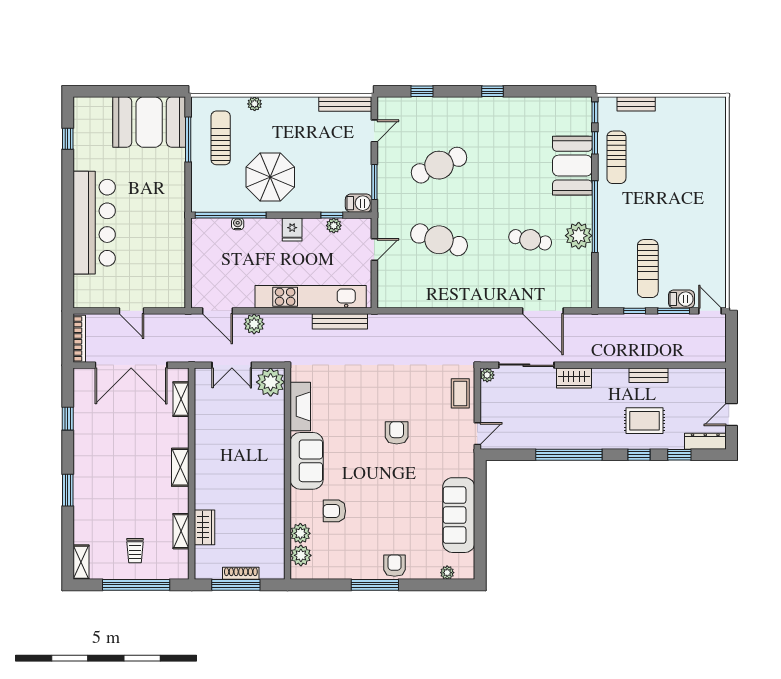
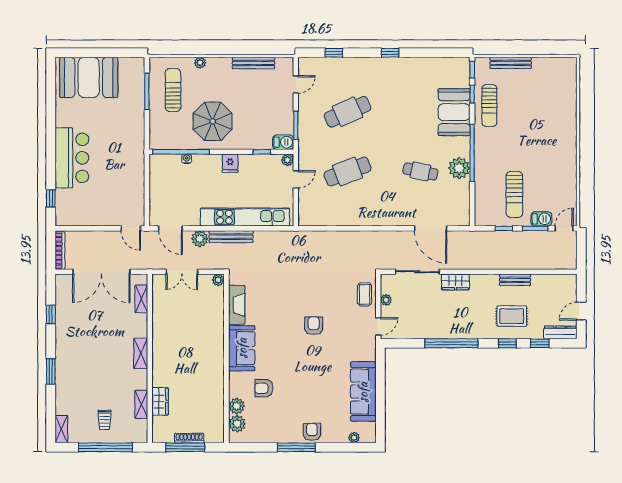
bench: (345, 104) -> (253, 63), moved
bench: (636, 104) -> (511, 63), width x1.36
booth: (149, 122) -> (89, 77), moved
window: (68, 139) -> (51, 198), moved
bar counter: (94, 223) -> (72, 158), width x0.73
plant: (334, 226) -> (287, 160), moved
cafe table: (439, 240) -> (348, 171), turned -39
door: (131, 311) -> (131, 228), moved
door: (710, 311) -> (564, 228), hinge flipped
bench: (340, 321) -> (231, 237), moved
plant: (487, 375) -> (386, 300), moved
plant: (271, 382) -> (218, 280), width x0.53, depth x0.53

